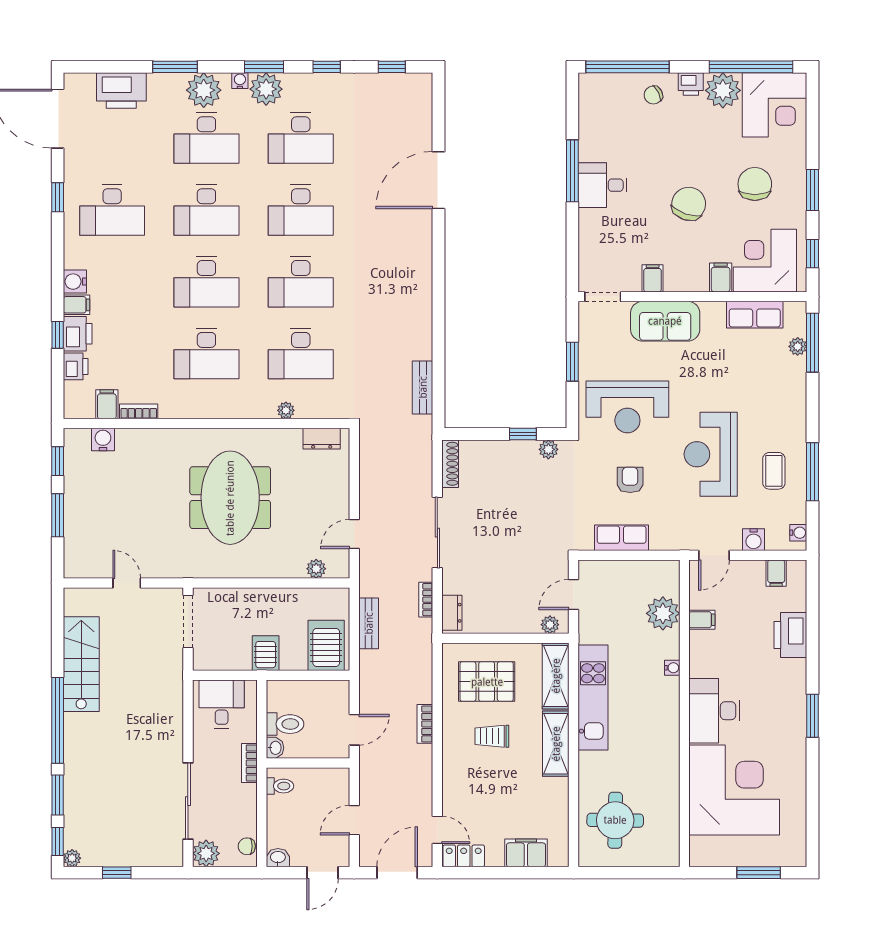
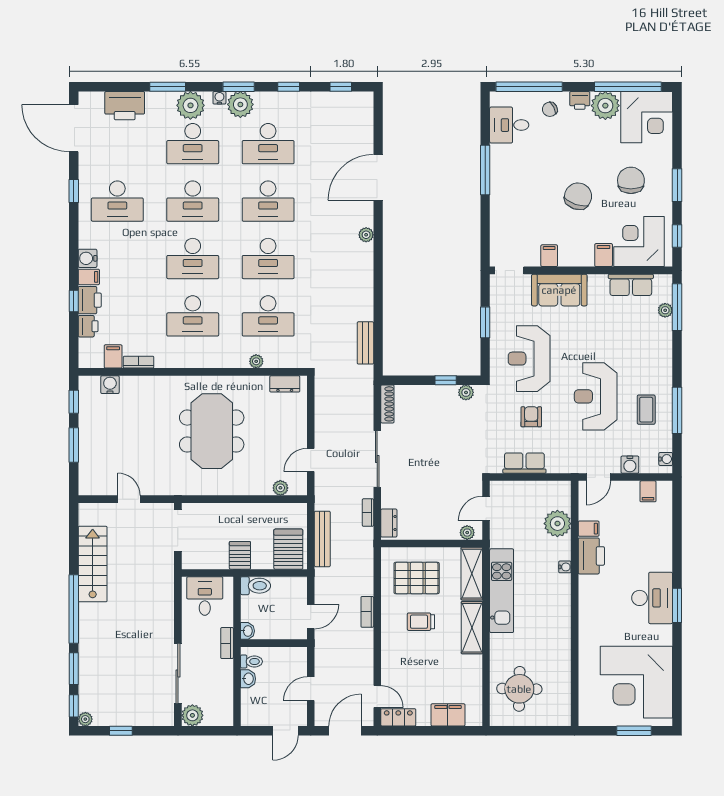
desk: (603, 185) -> (509, 125), moved
plant: (423, 252) -> (366, 235), added
reception desk: (627, 407) -> (529, 359), turned 90
bench: (369, 623) -> (322, 539), width x1.36
printer: (790, 635) -> (591, 556), moved, turned 180
desk: (714, 711) -> (652, 598), moved, turned 180
toilet: (285, 724) -> (256, 586), moved
corner desk: (734, 790) -> (636, 682), moved, turned 180
chair: (247, 846) -> (225, 710), removed
washbasin: (278, 858) -> (248, 679), moved, turned 90

